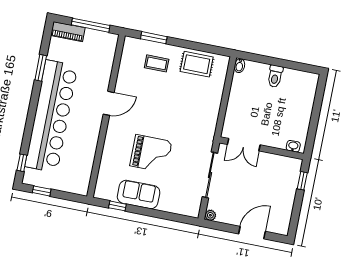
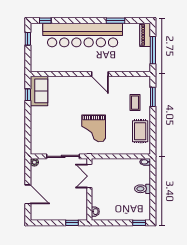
window: (320, 90) -> (139, 223), added
grand piano: (151, 154) -> (94, 128), moved
sofa: (139, 194) -> (39, 91), moved

